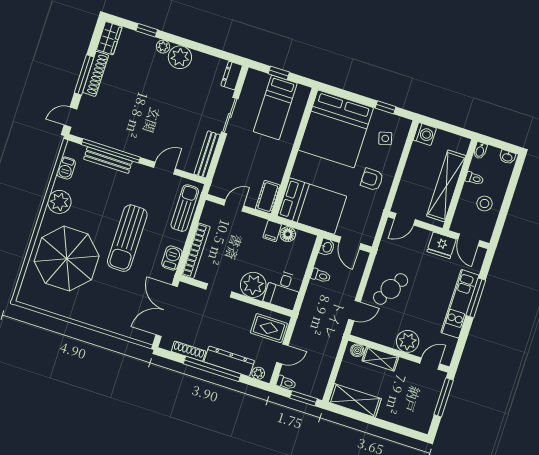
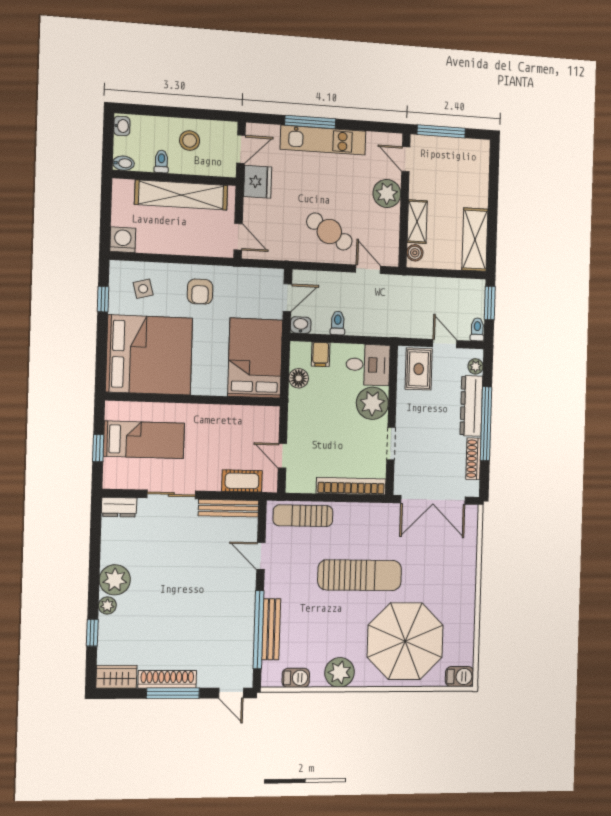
cot: (268, 197) -> (242, 481), moved
filing cabinet: (272, 231) -> (321, 354), moved, turned 90
barbecue: (172, 258) -> (460, 677), moved, turned 180

